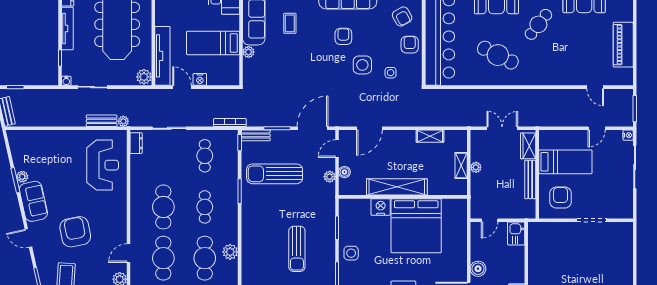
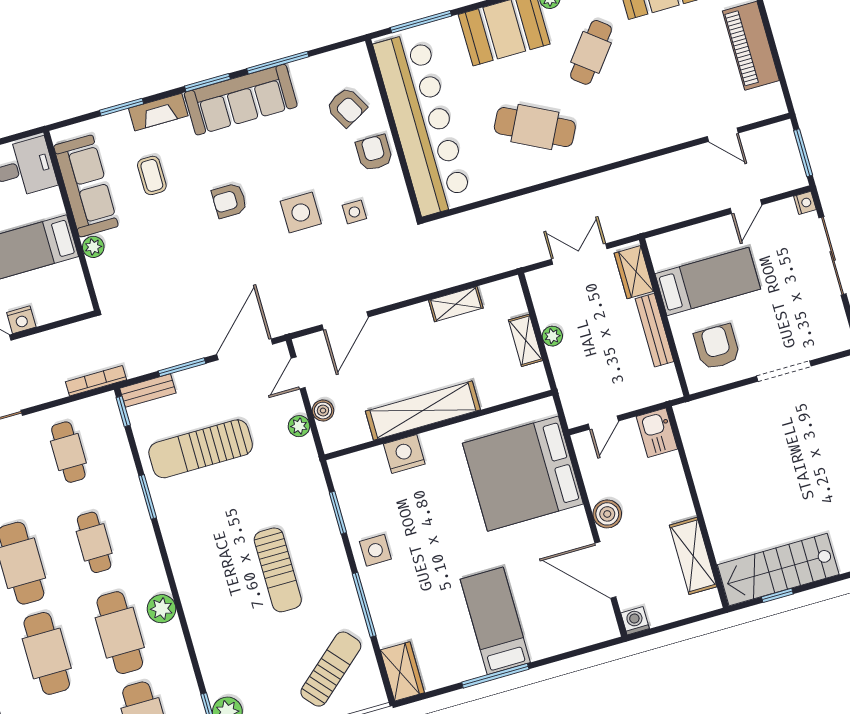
armchair: (343, 36) -> (229, 201), moved, turned -90
bed: (416, 226) -> (523, 474), moved, turned 90

